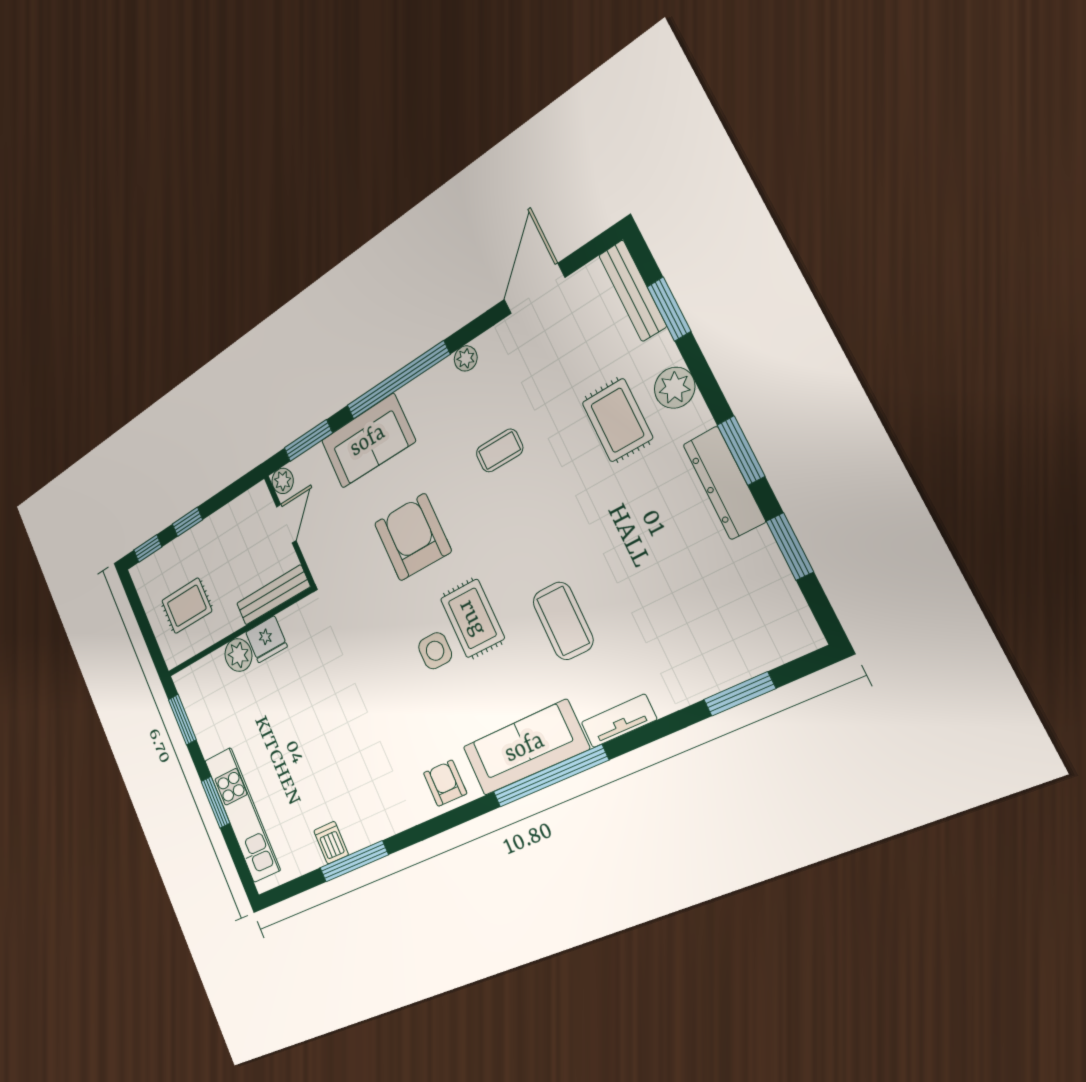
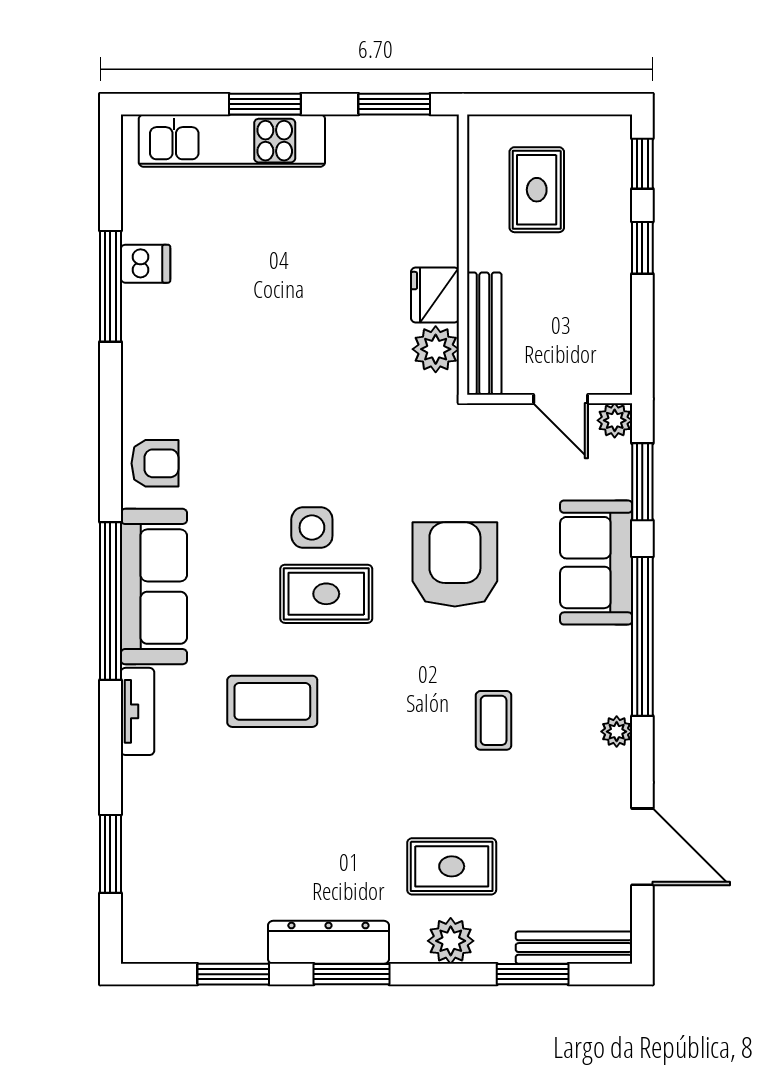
armchair: (413, 537) -> (455, 564), turned -90
plant: (238, 655) -> (436, 349), moved

